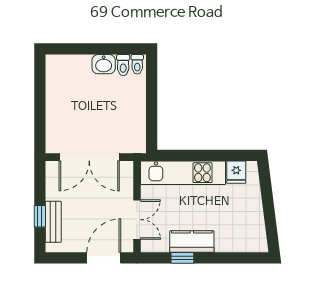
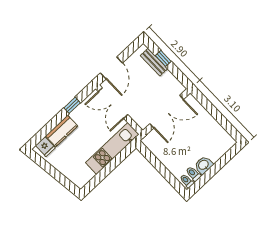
double door: (89, 157) -> (167, 112), swing flipped
fridge: (236, 172) -> (45, 147), moved, turned 180
double door: (137, 220) -> (113, 103), width x1.37
kitchen counter: (192, 242) -> (62, 131), moved

